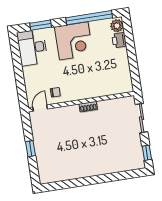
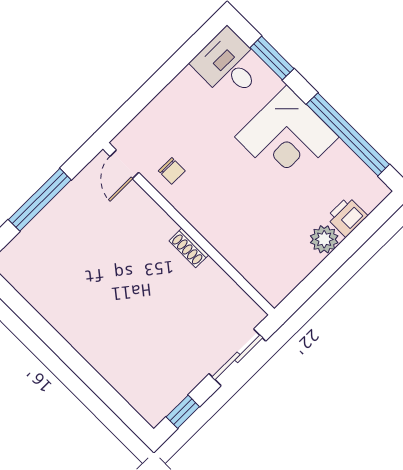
plant: (117, 26) -> (324, 239), moved
desk: (32, 48) -> (229, 65), width x0.73
door: (40, 108) -> (124, 164), swing flipped
window: (31, 149) -> (40, 200), width x2.17

